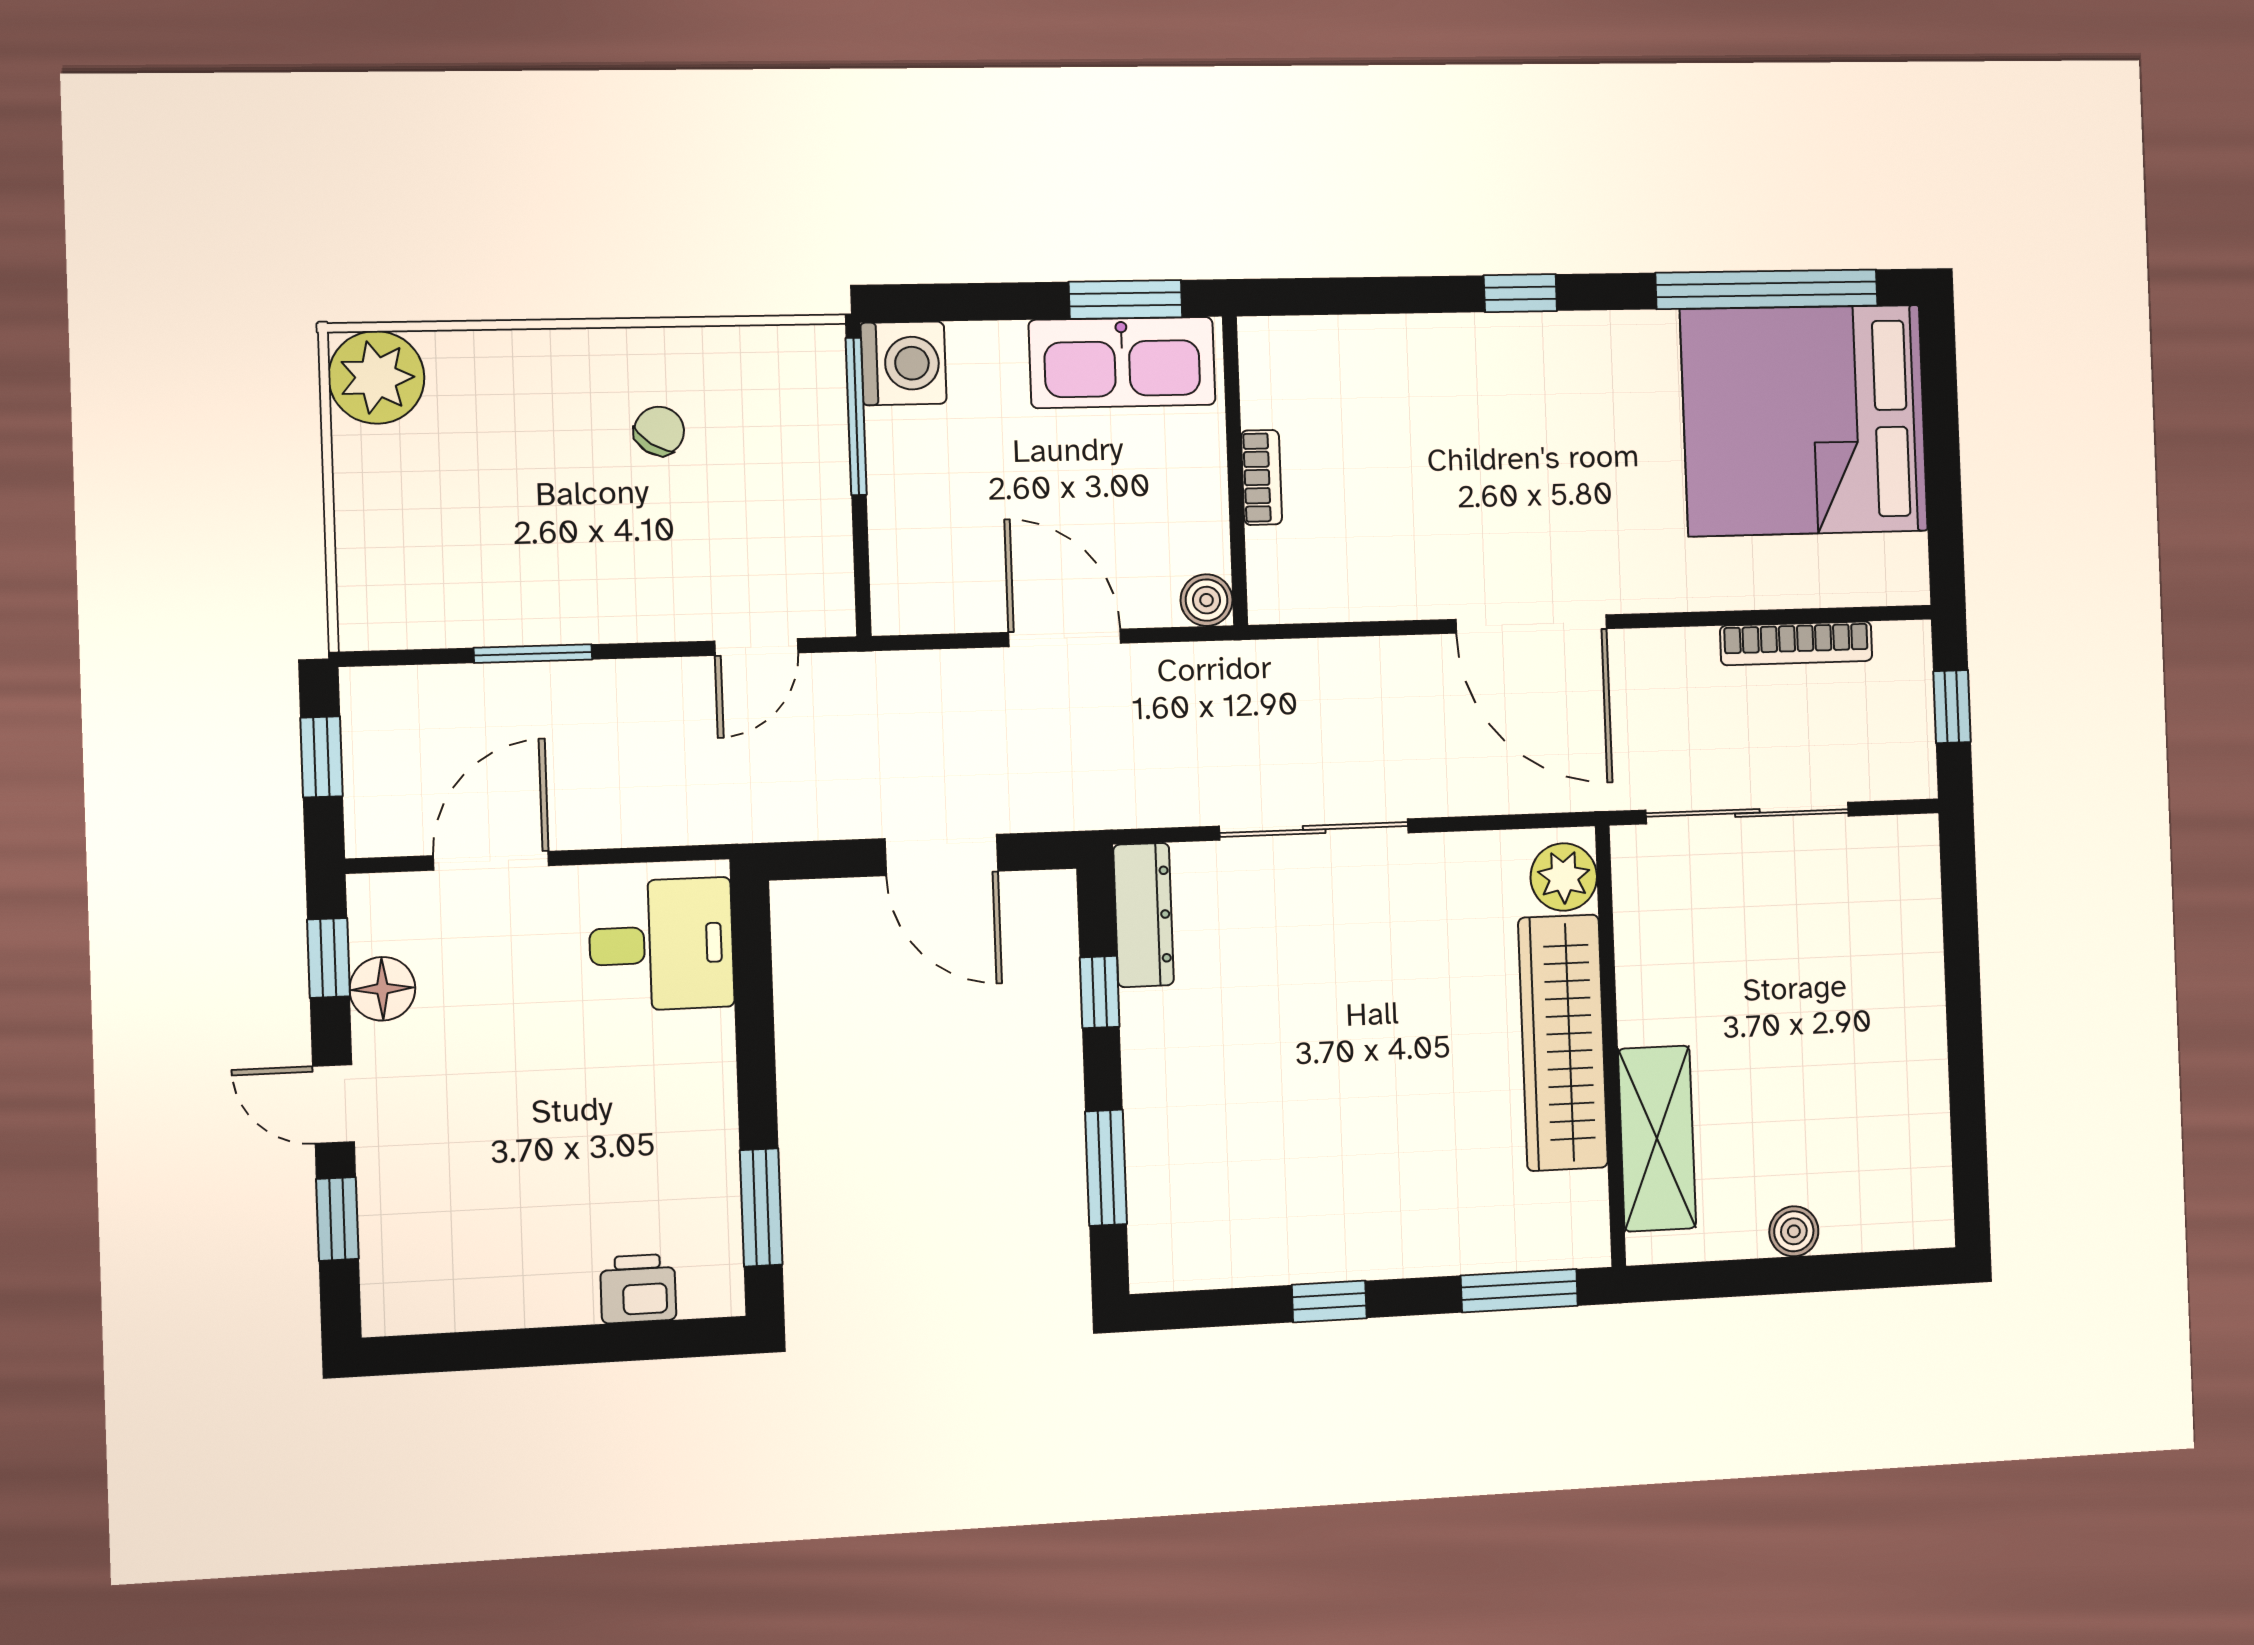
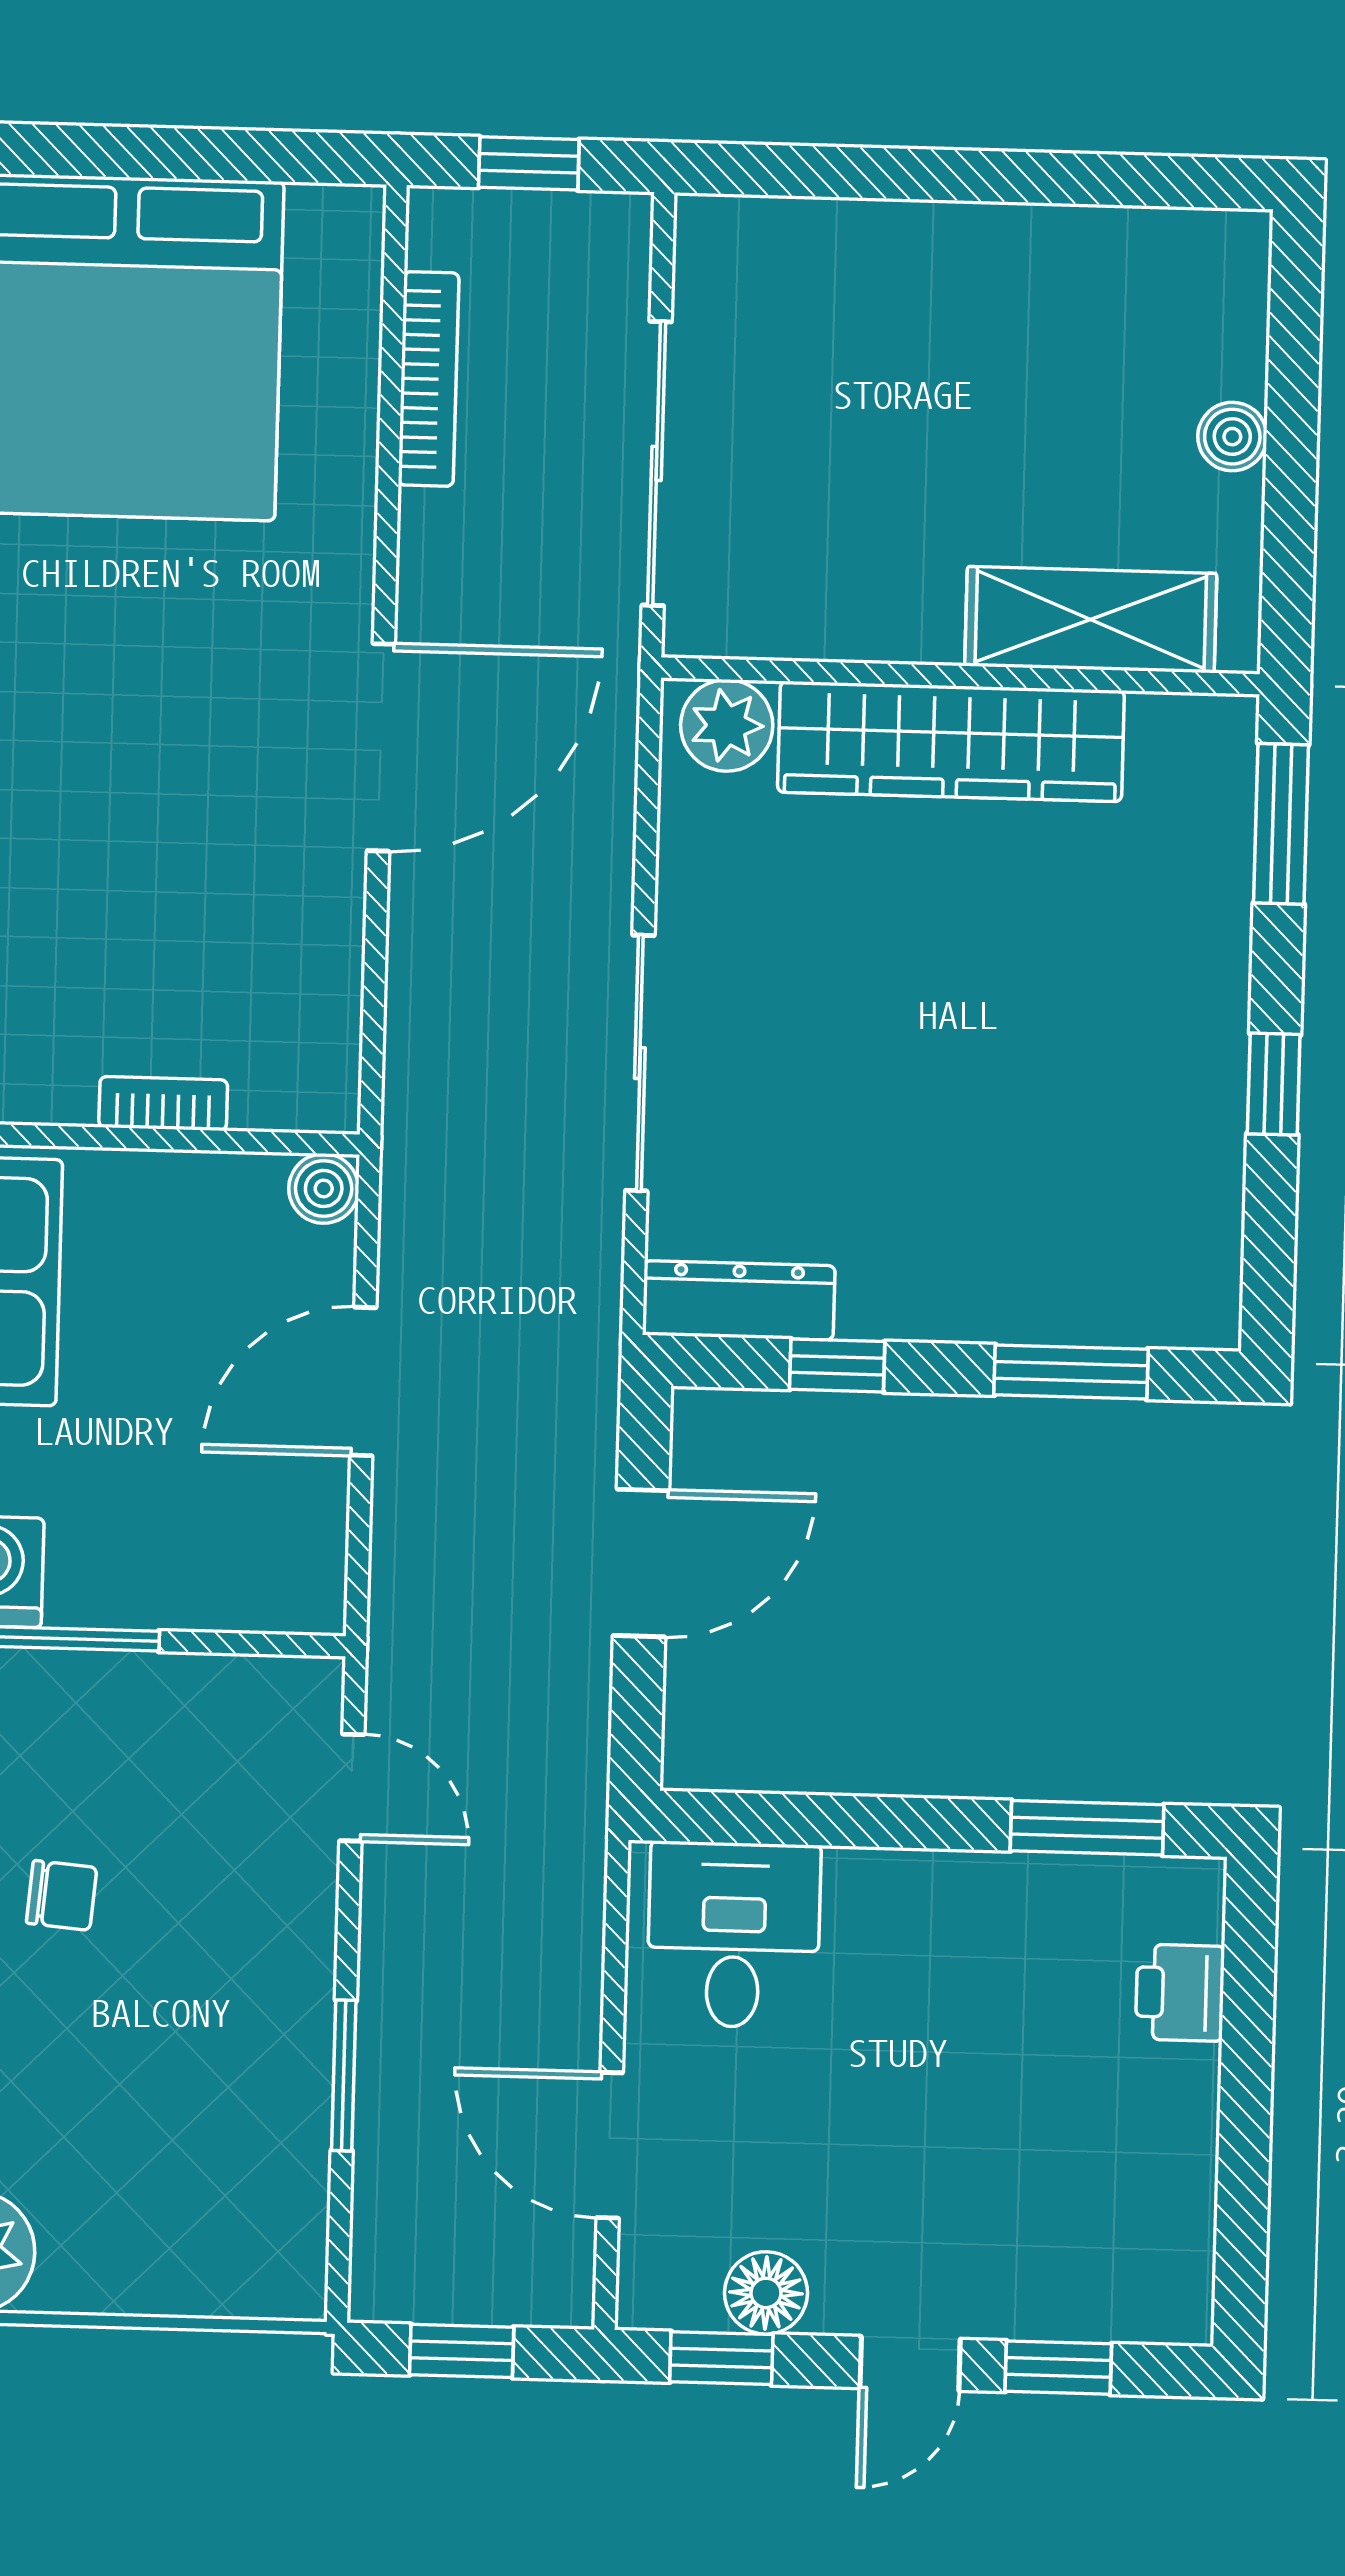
chair: (659, 431) -> (62, 1895), turned 151

